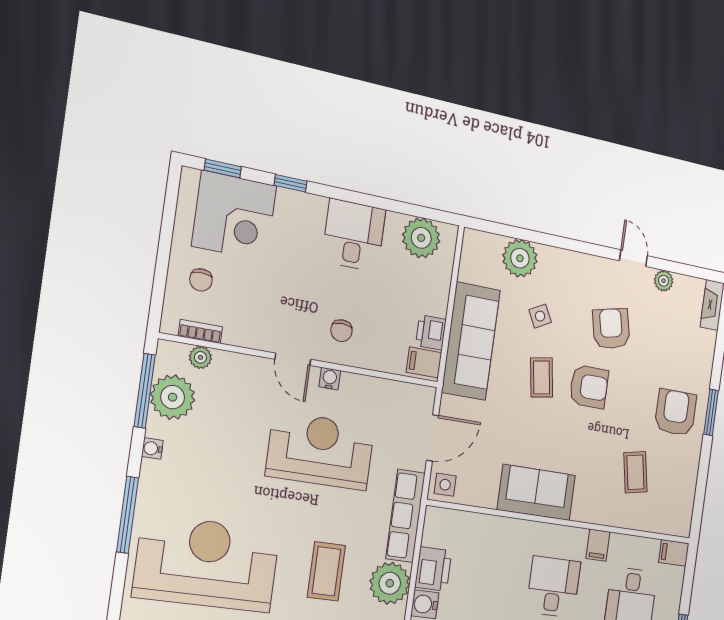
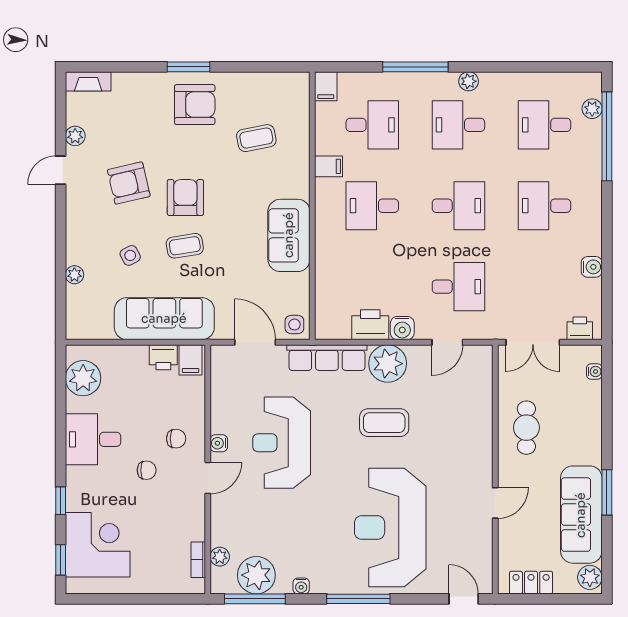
plant: (520, 258) -> (74, 275), width x0.53, depth x0.53
chair: (201, 280) -> (147, 470), moved
armchair: (676, 413) -> (195, 105), turned 180

